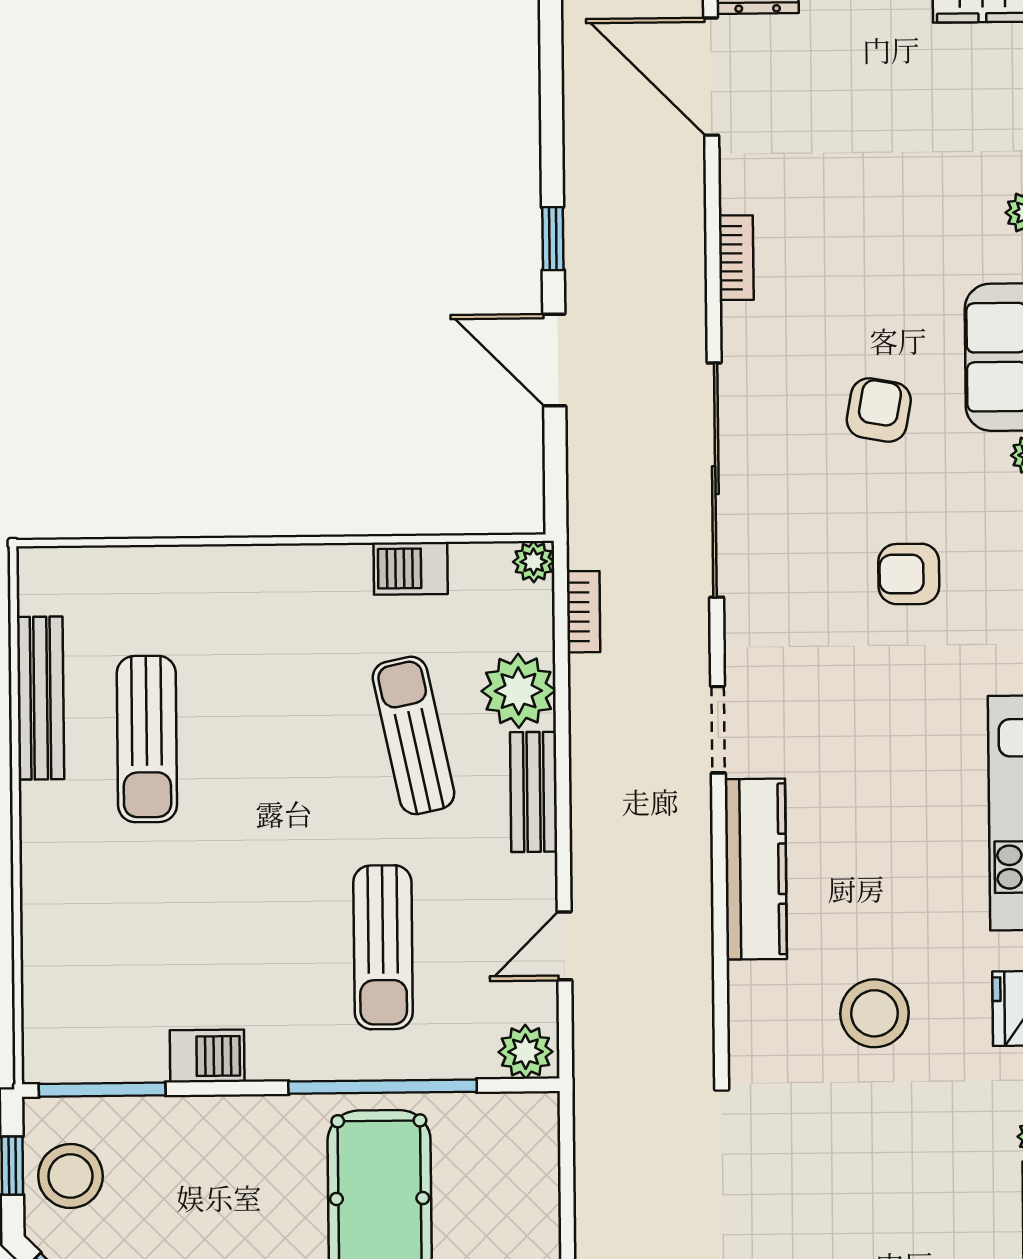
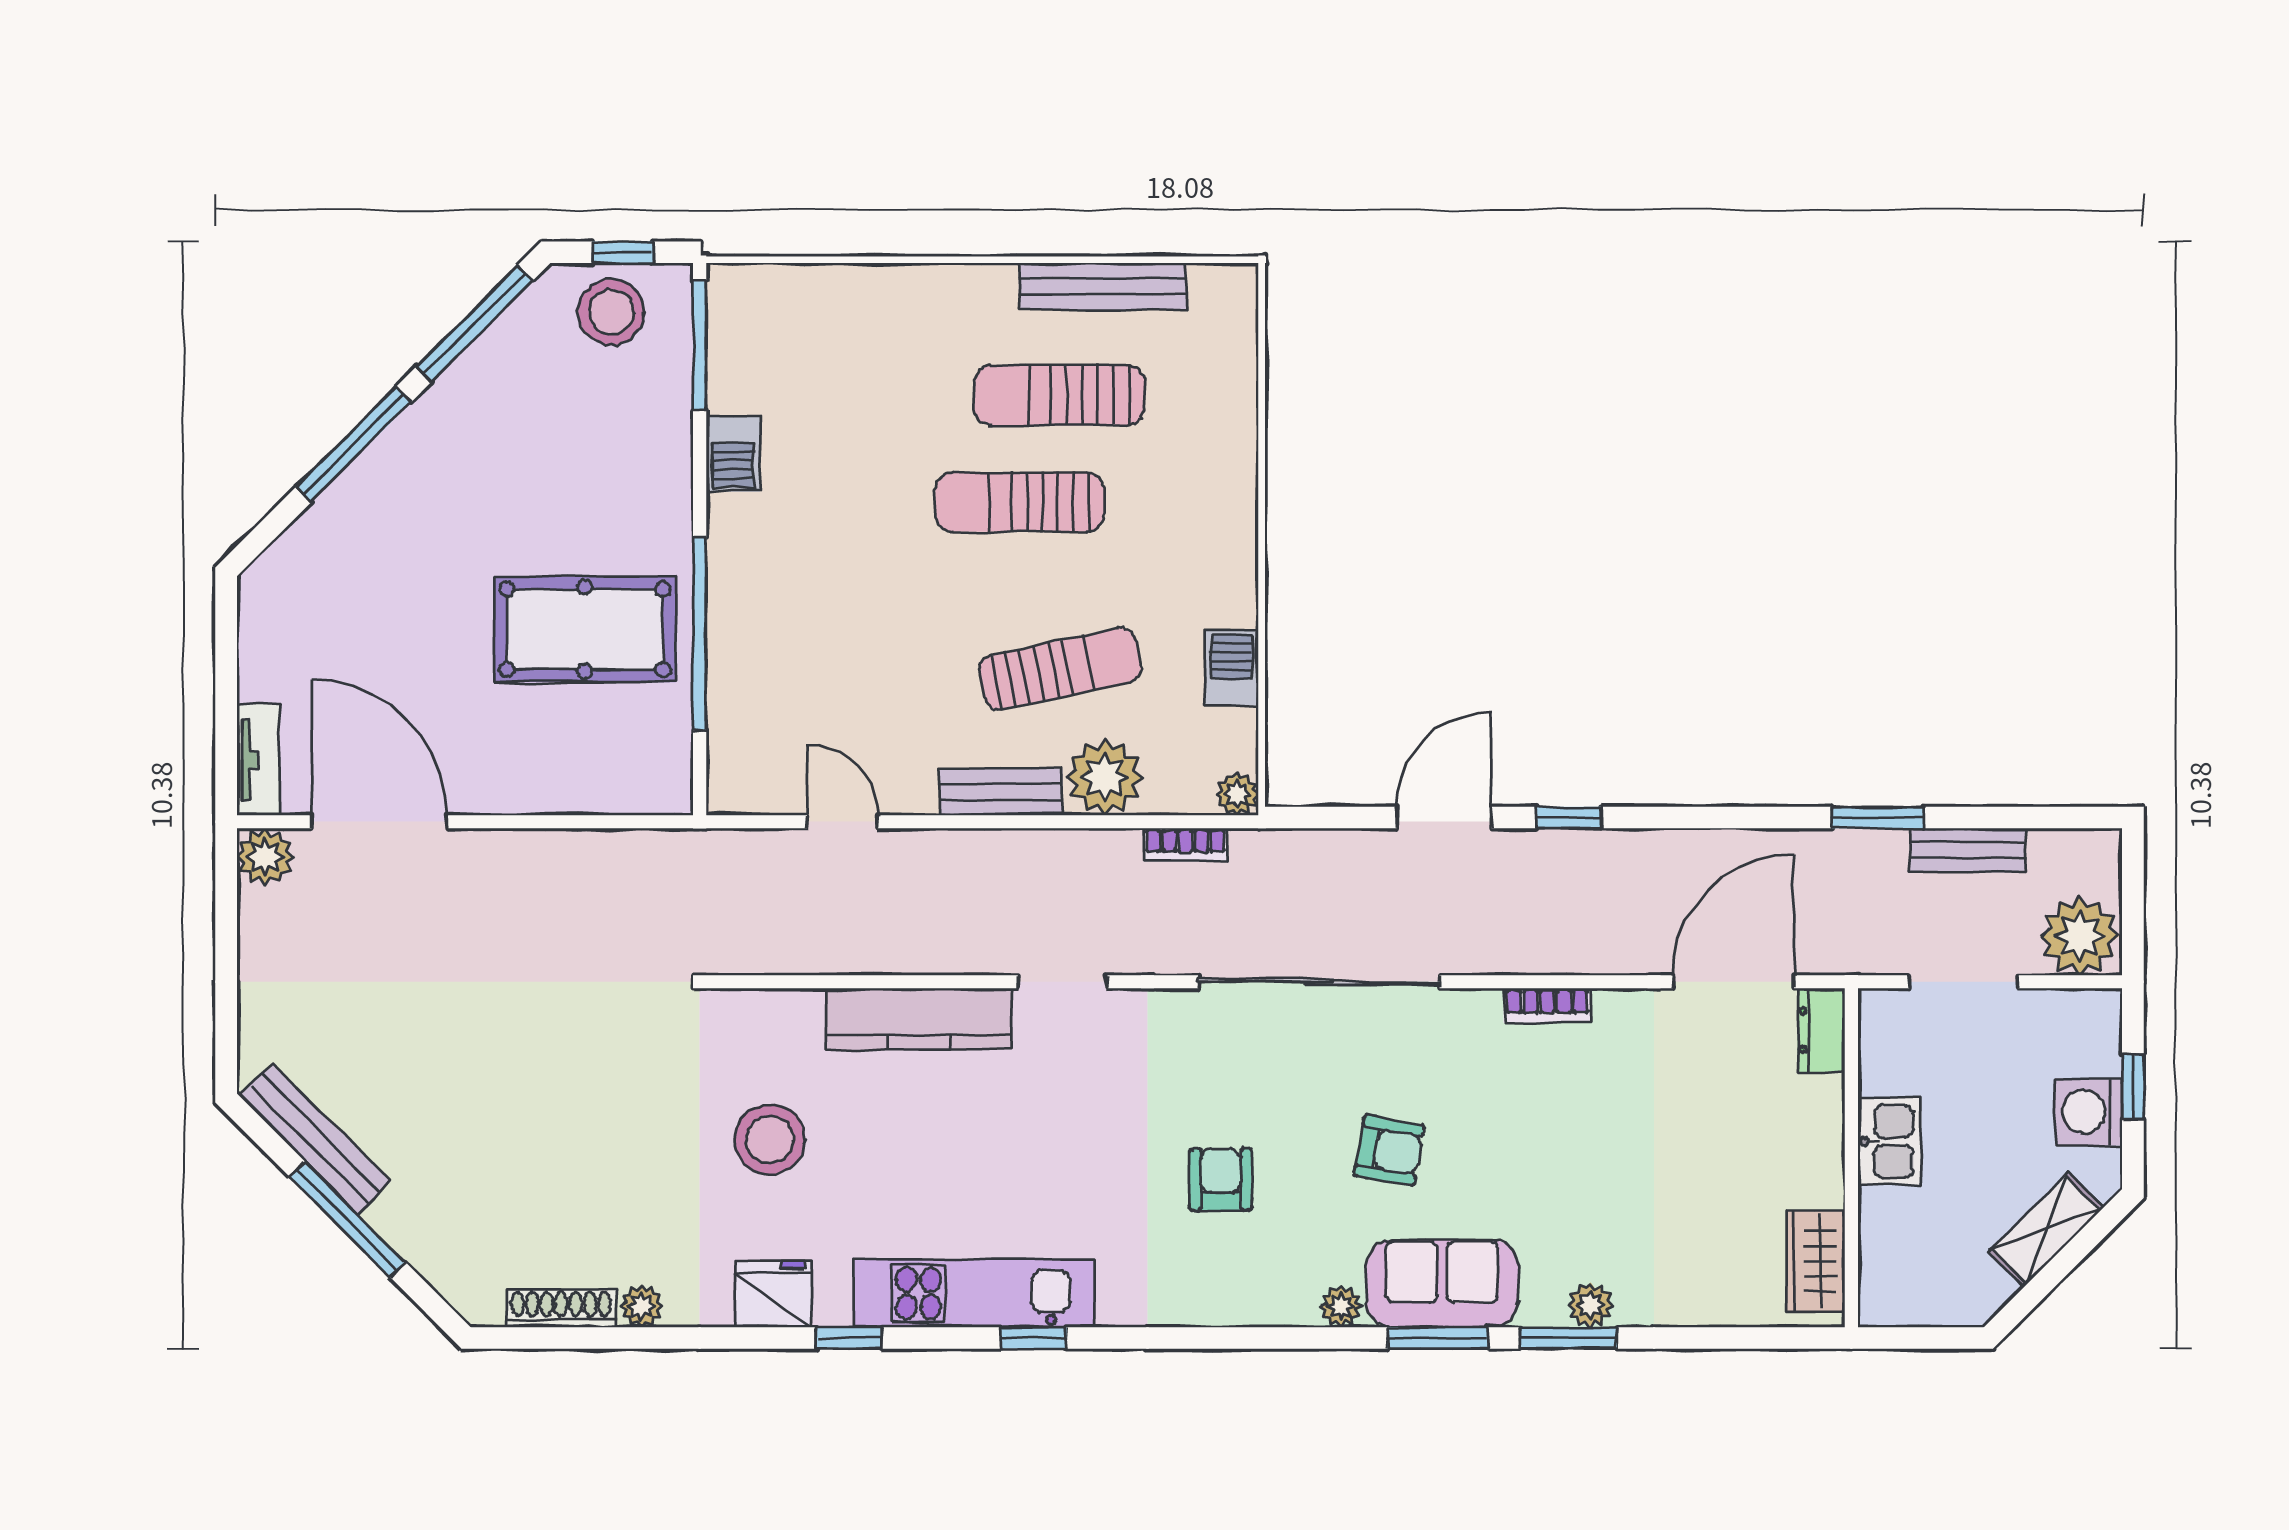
sun lounger: (383, 947) -> (1020, 502), moved
plant: (526, 1052) -> (734, 781), removed

